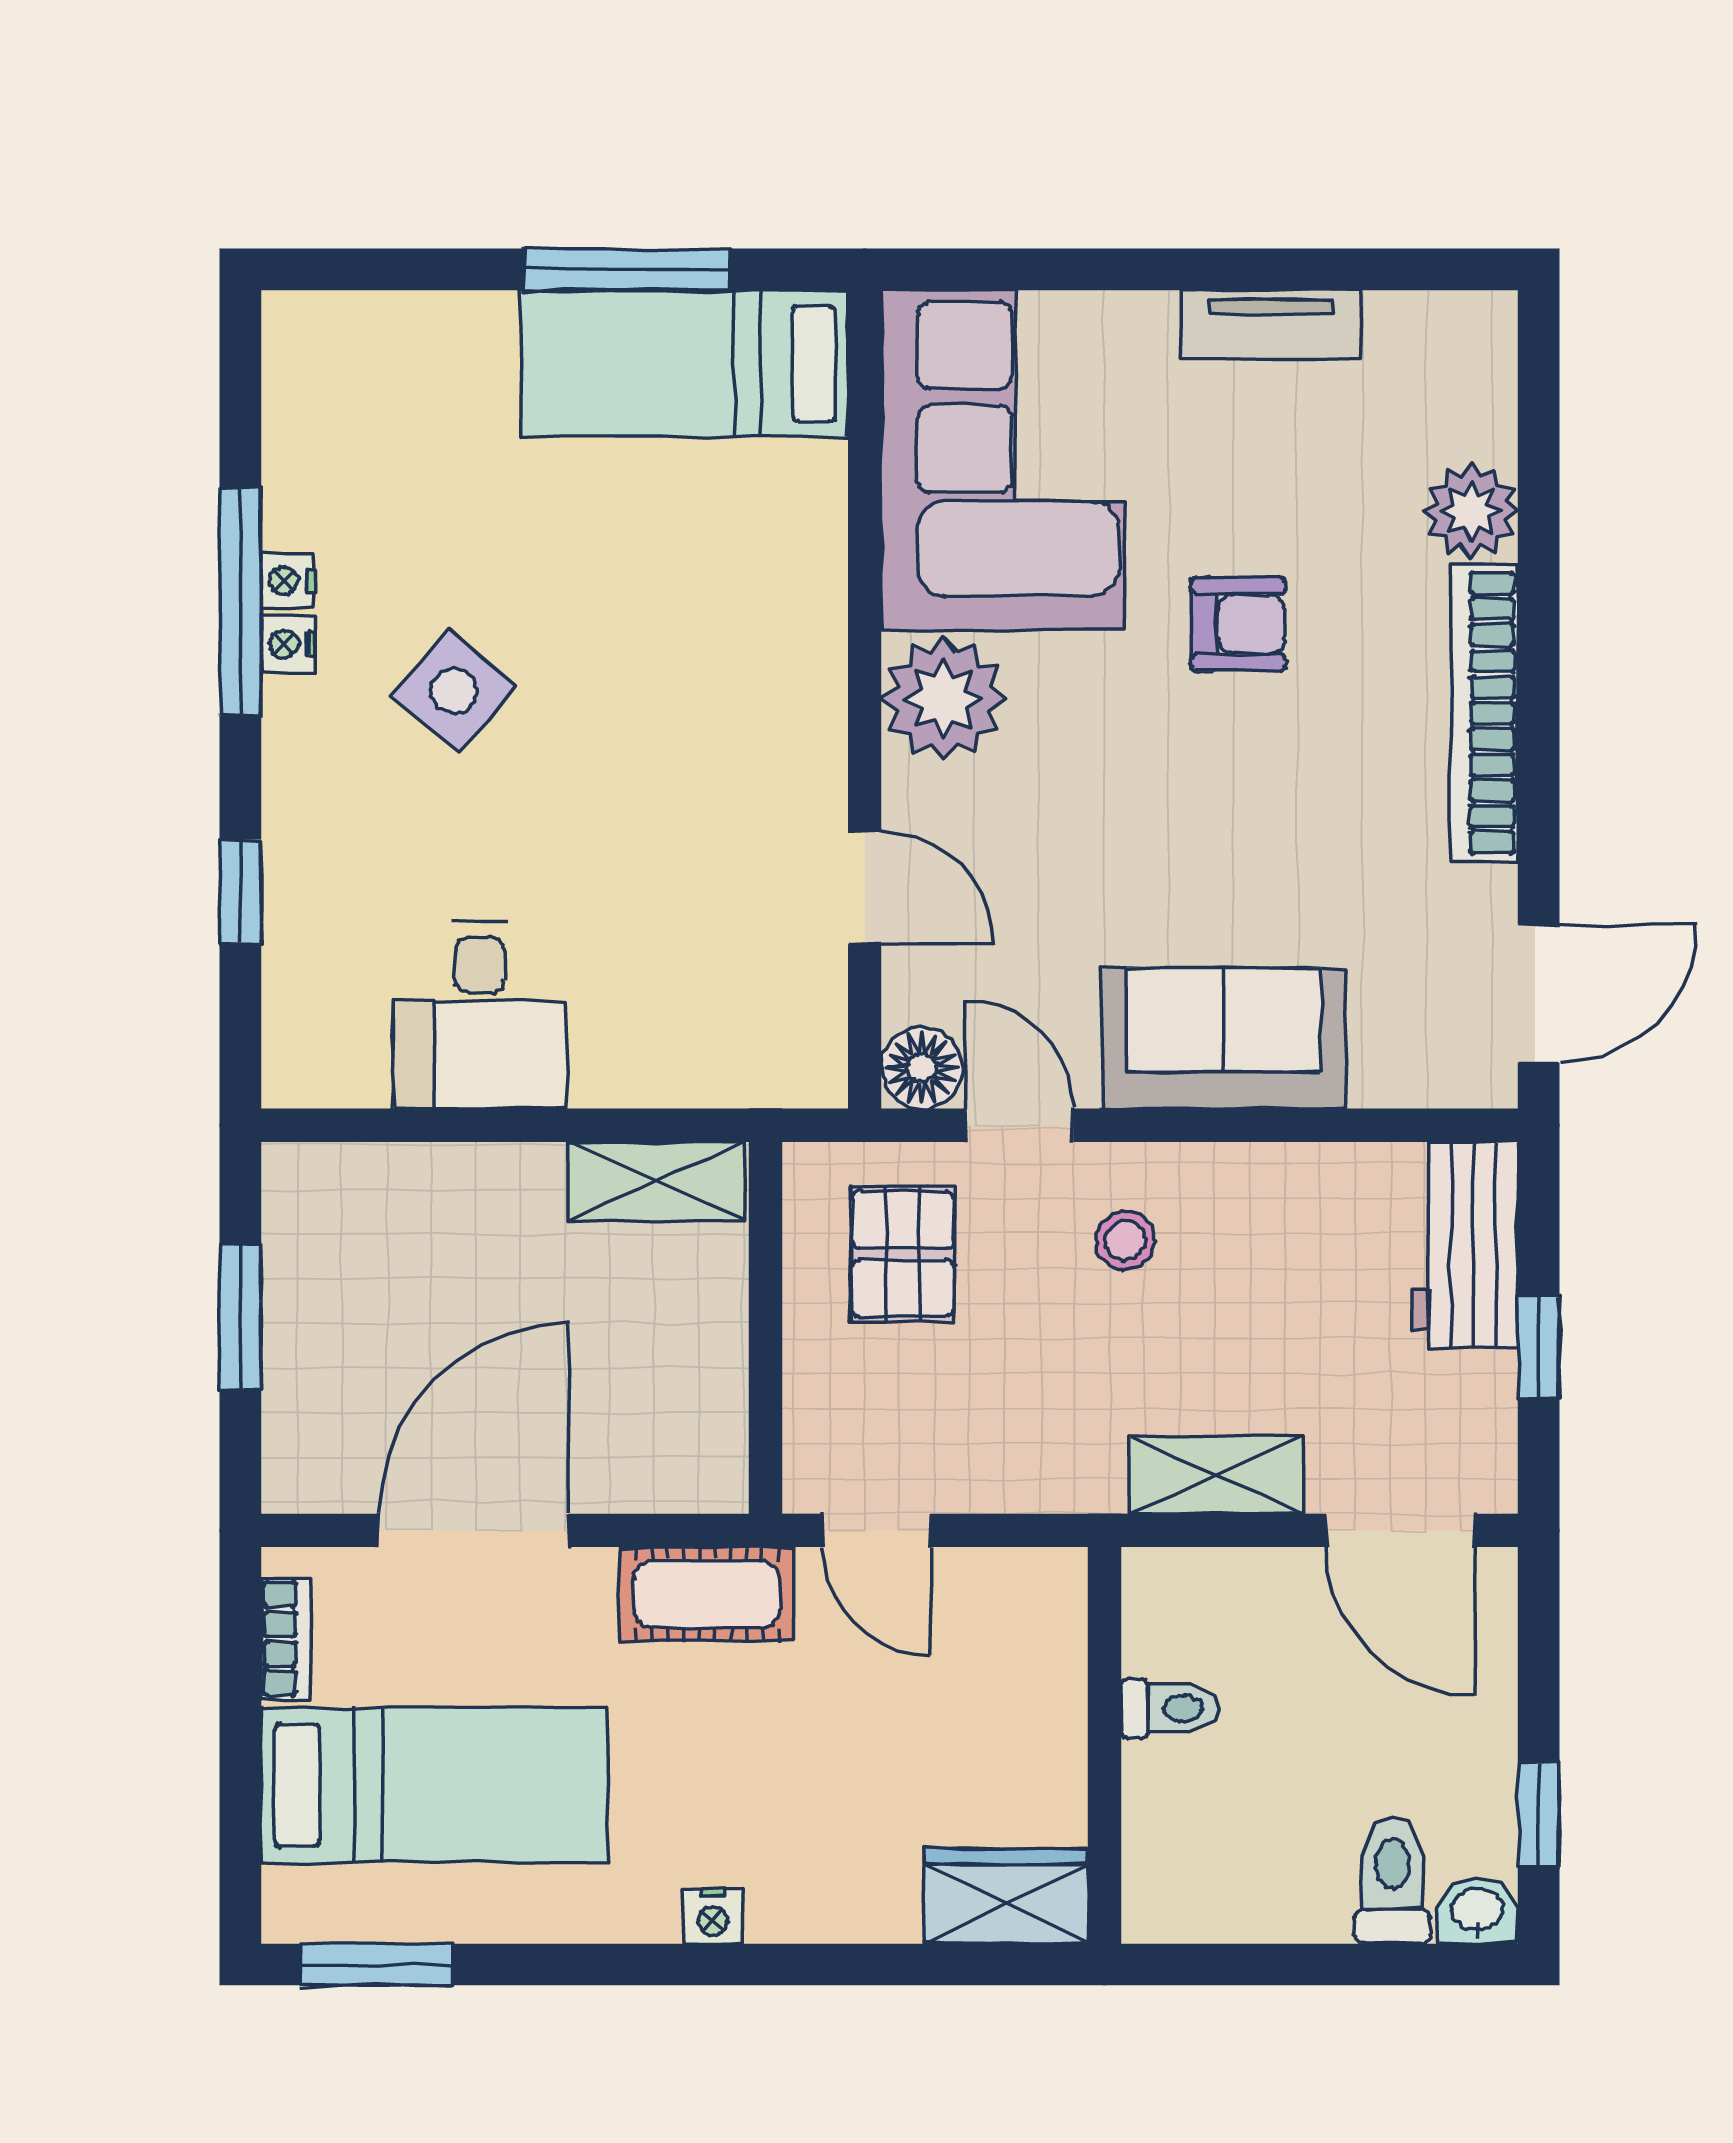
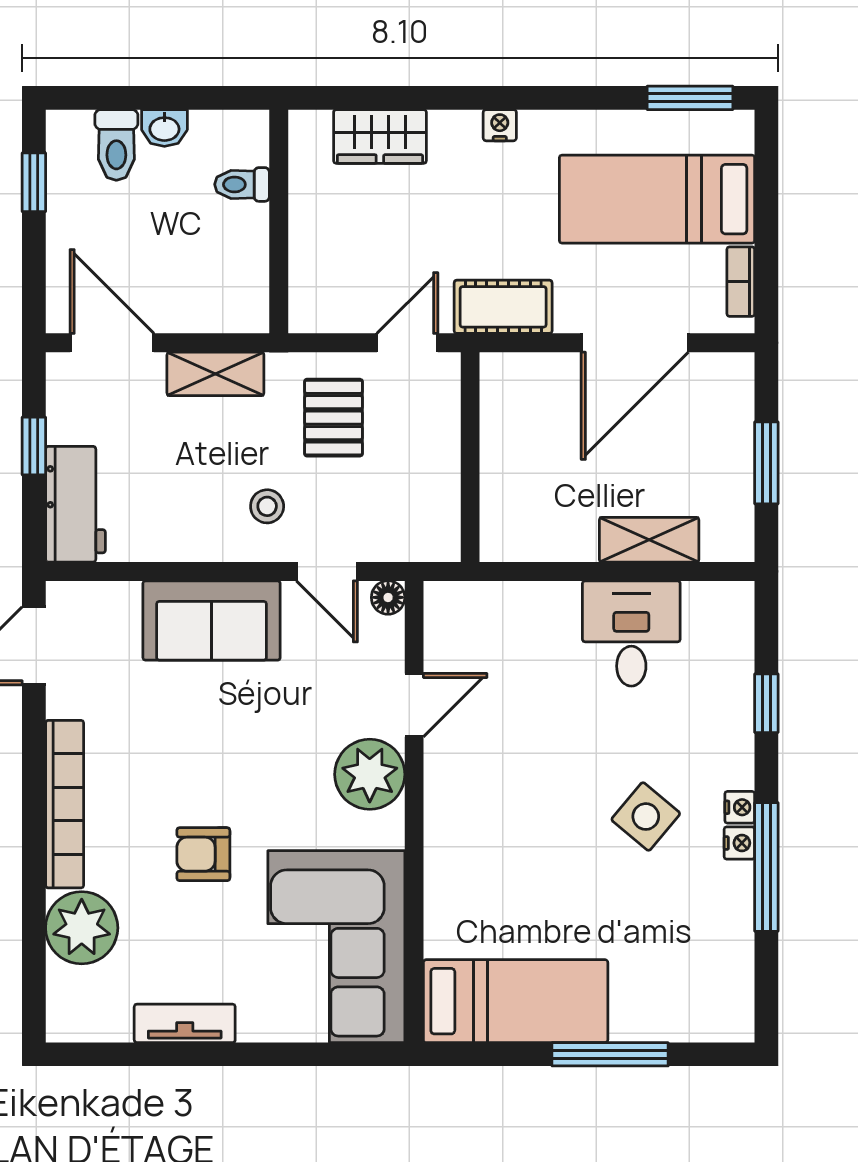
window: (627, 269) -> (610, 1054), moved
plant: (1471, 511) -> (82, 928), width x1.36, depth x1.36
nightstand: (288, 581) -> (740, 807), moved
plant: (943, 699) -> (370, 774), moved
door: (865, 888) -> (414, 705), swing flipped
floor lamp: (922, 1068) -> (388, 597), width x0.73, depth x0.73
shelving: (656, 1181) -> (649, 540), moved
pallet: (903, 1254) -> (333, 418), moved
door: (877, 1530) -> (407, 343), hinge flipped
toilet: (1170, 1708) -> (242, 184), moved
wardrobe: (1006, 1896) -> (380, 136), moved
washbasin: (1478, 1911) -> (164, 128), moved

